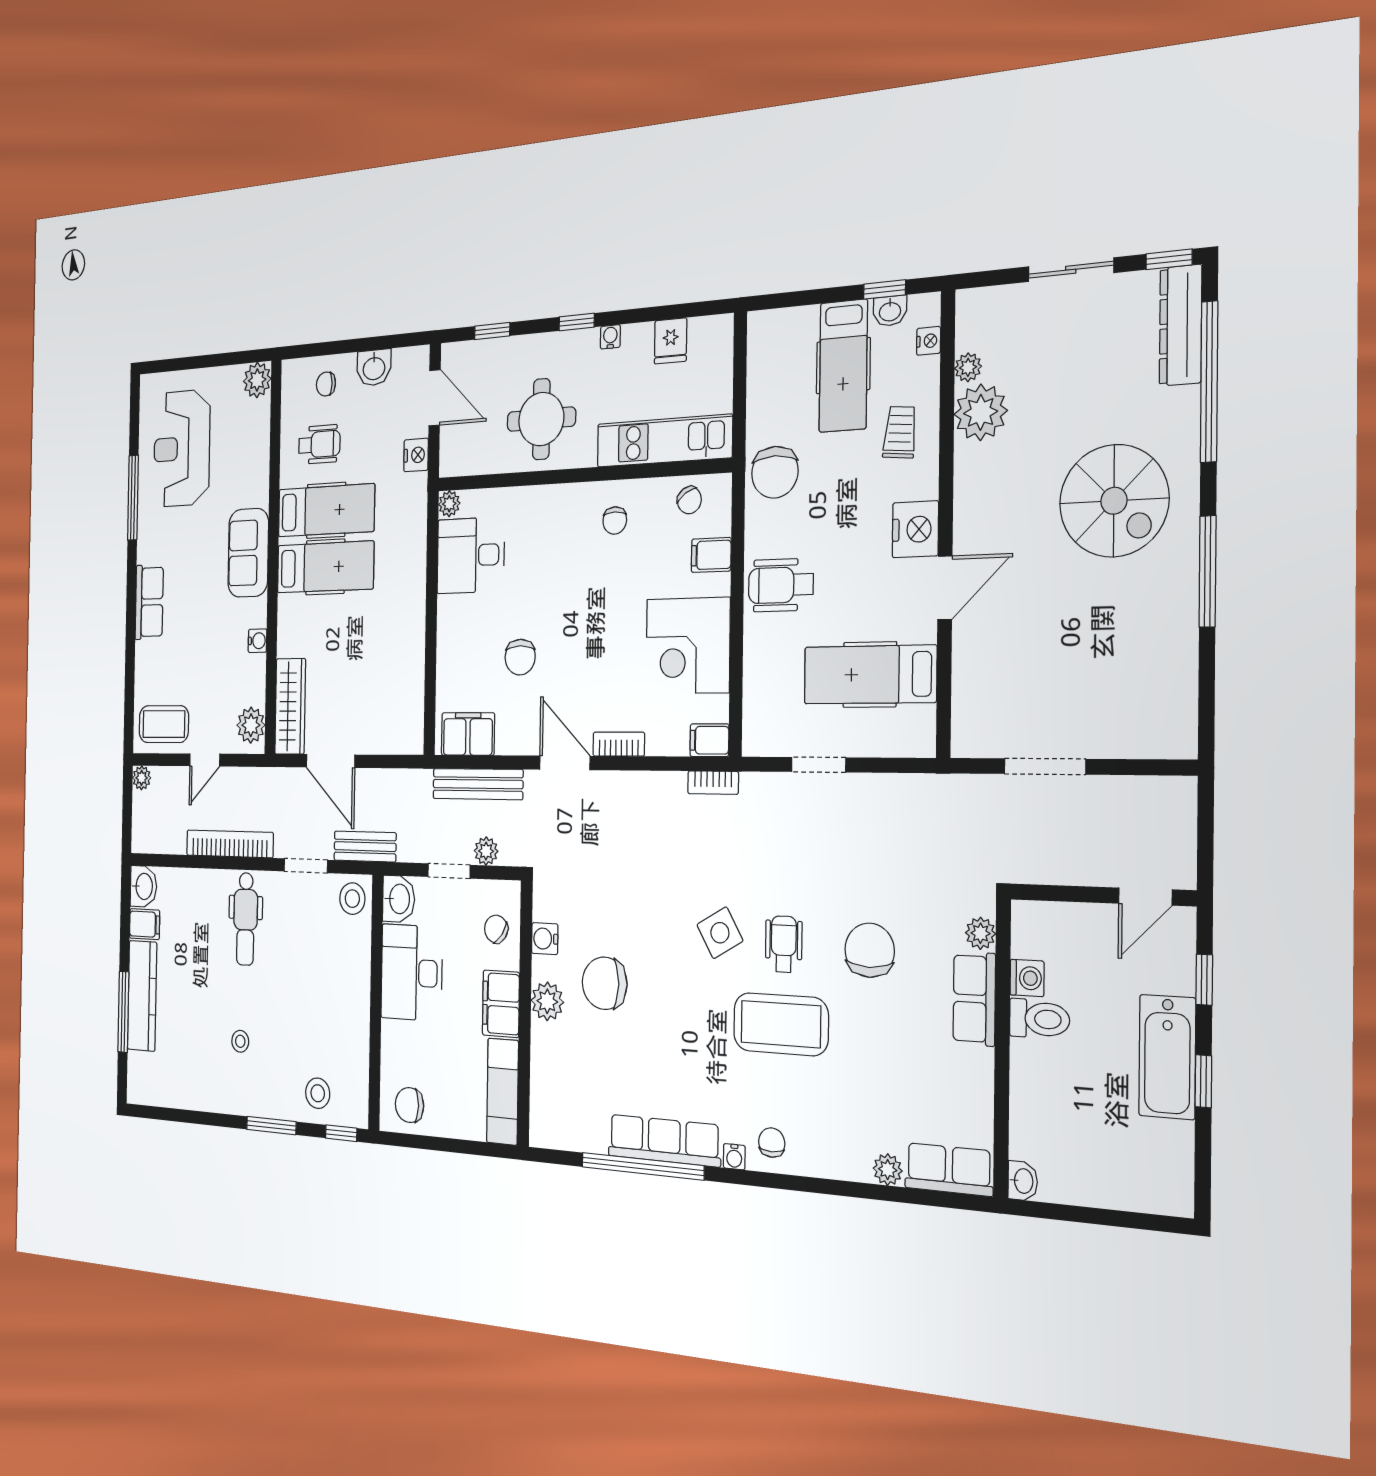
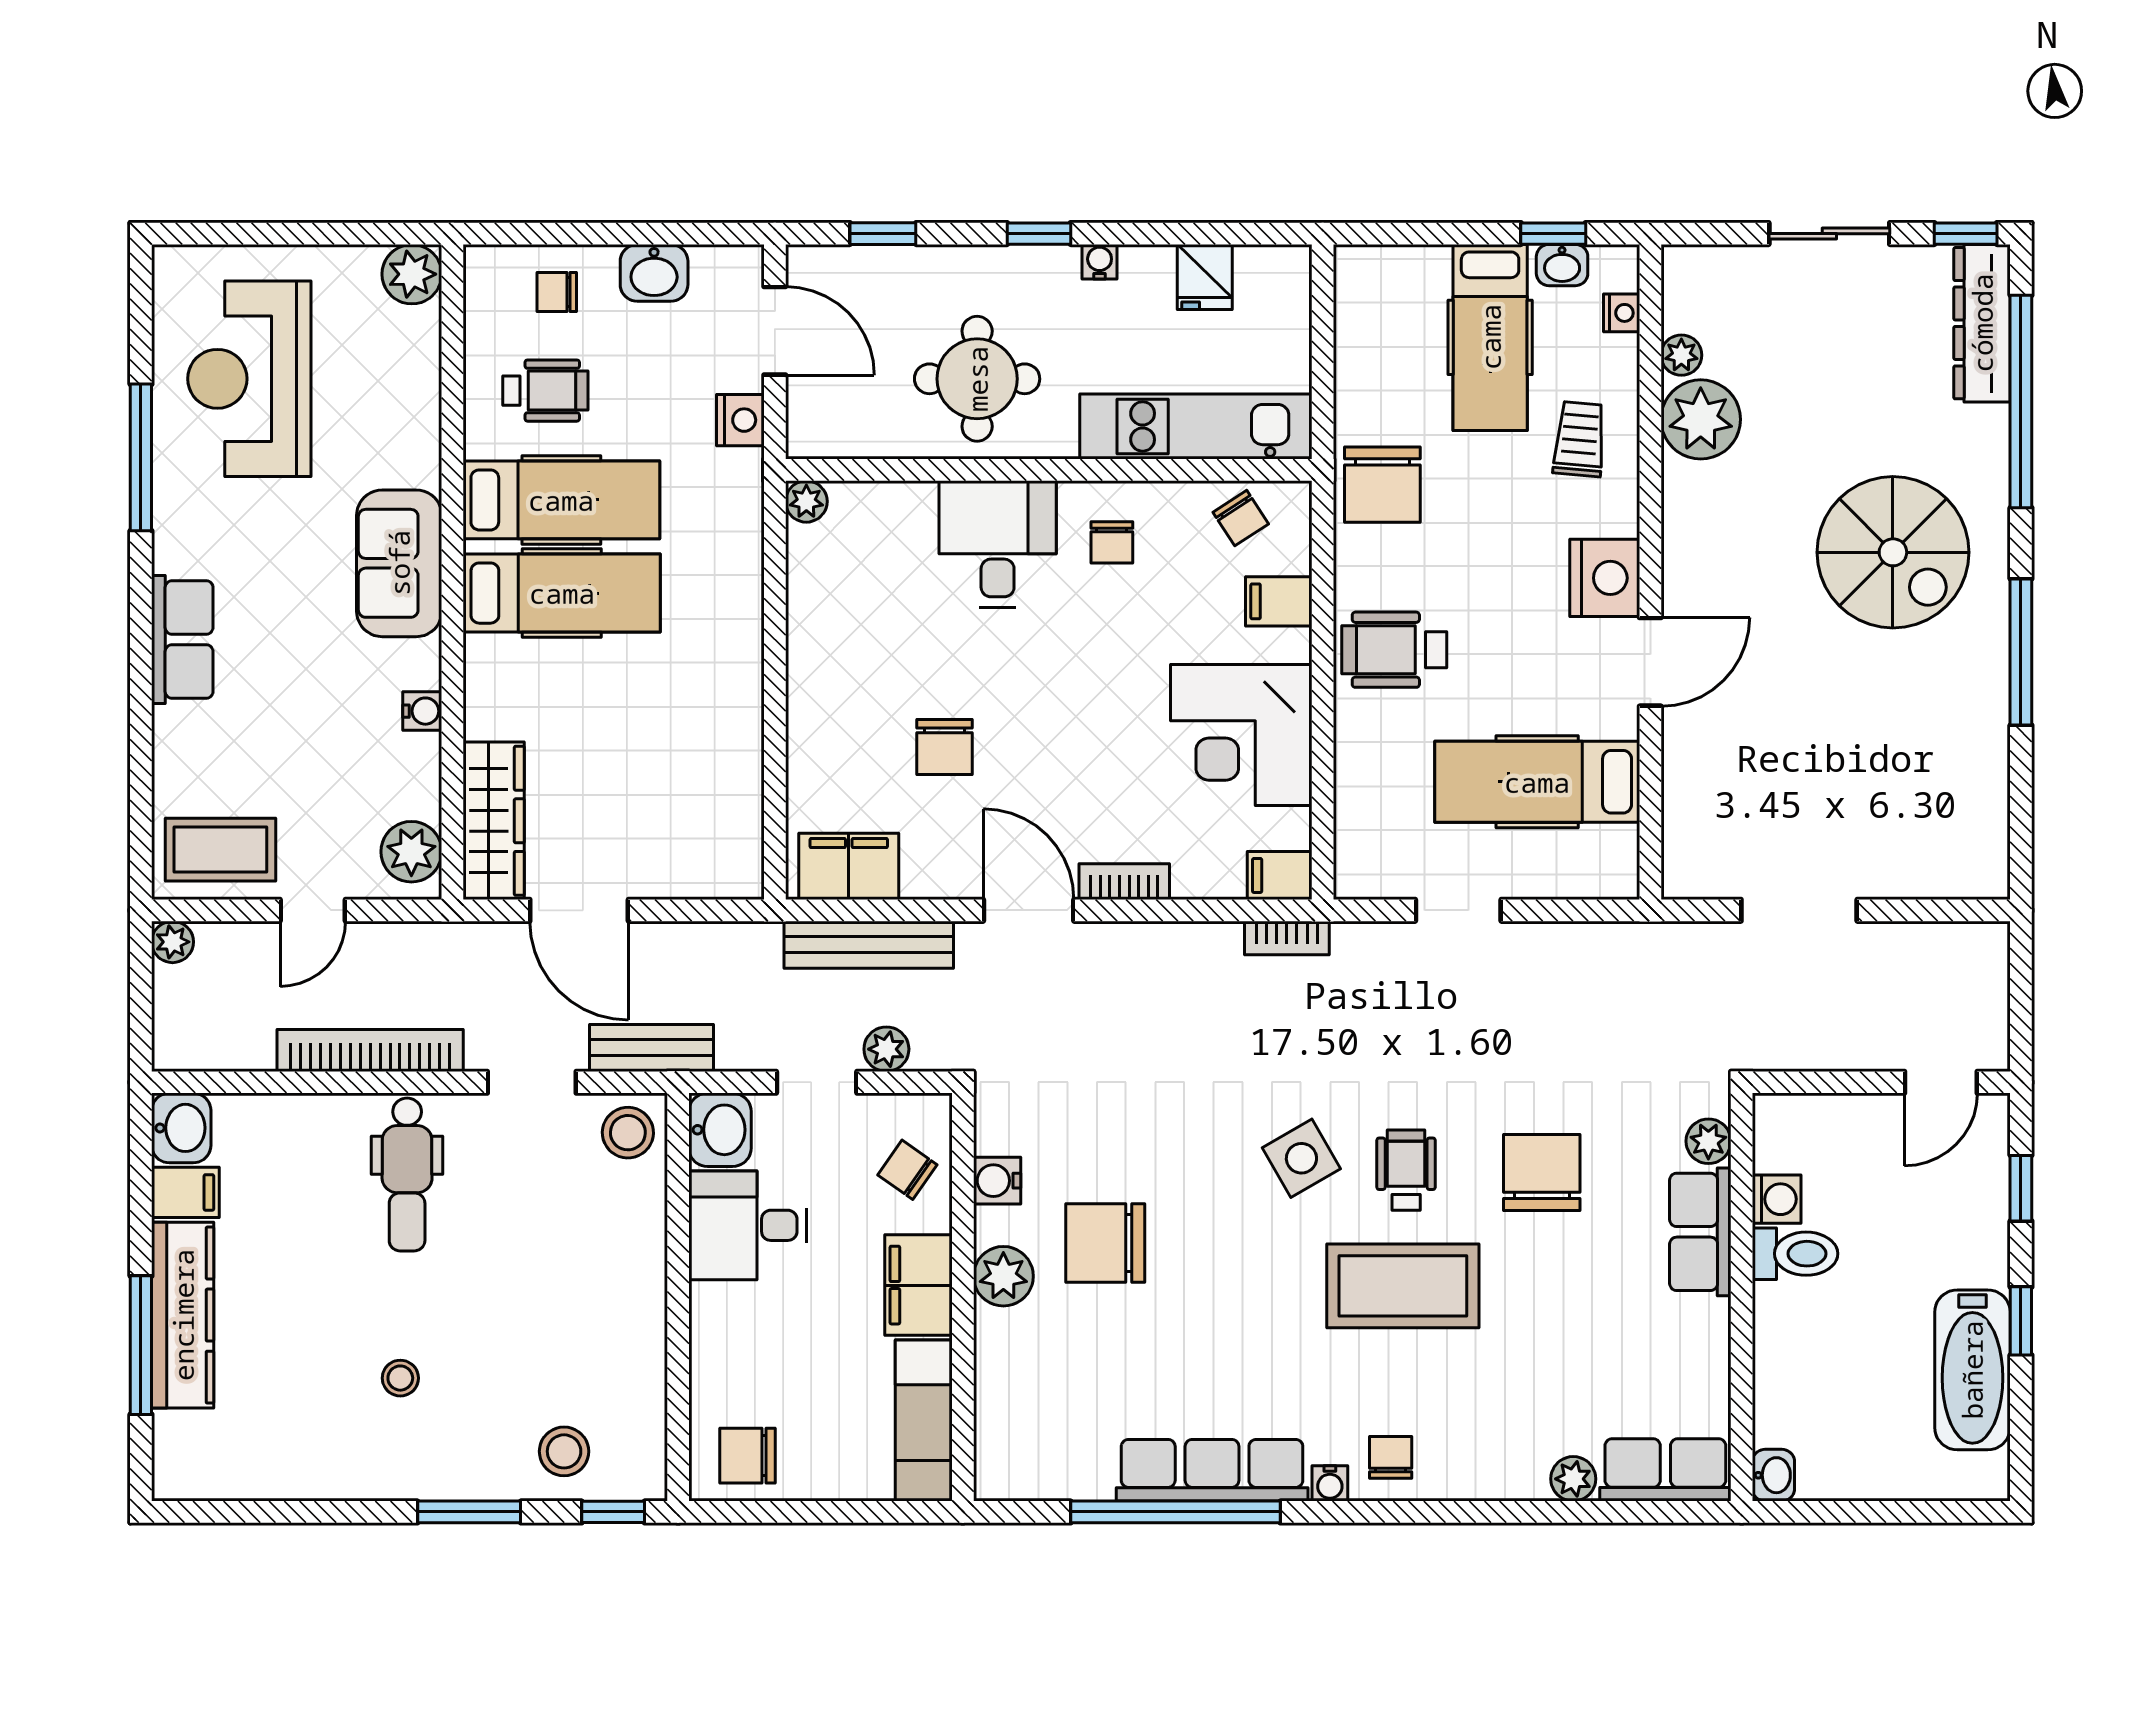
desk: (471, 555) -> (998, 544), moved, turned 90
desk: (412, 973) -> (748, 1225), width x0.73
bathtub: (1167, 1057) -> (1972, 1370), moved

